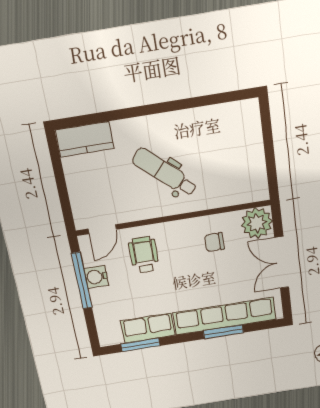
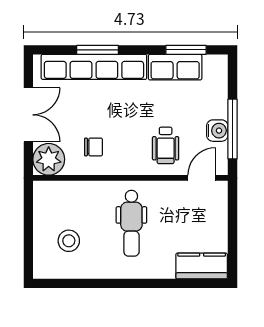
stool: (226, 144) -> (69, 241), added
dental chair: (165, 172) -> (131, 223), turned 49

